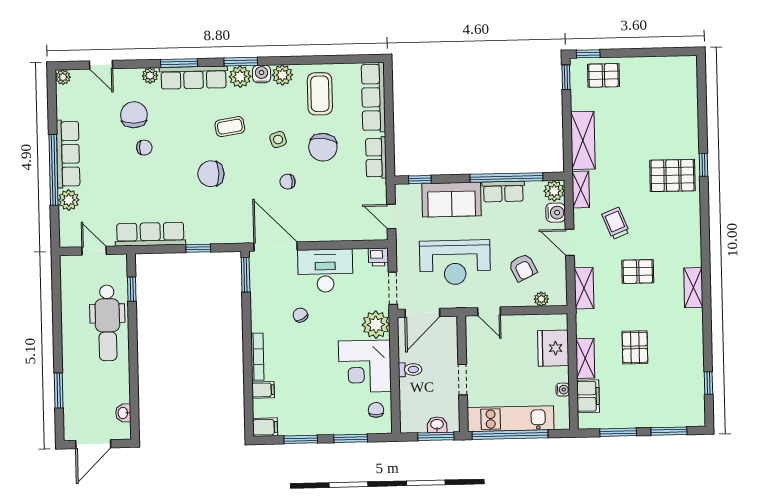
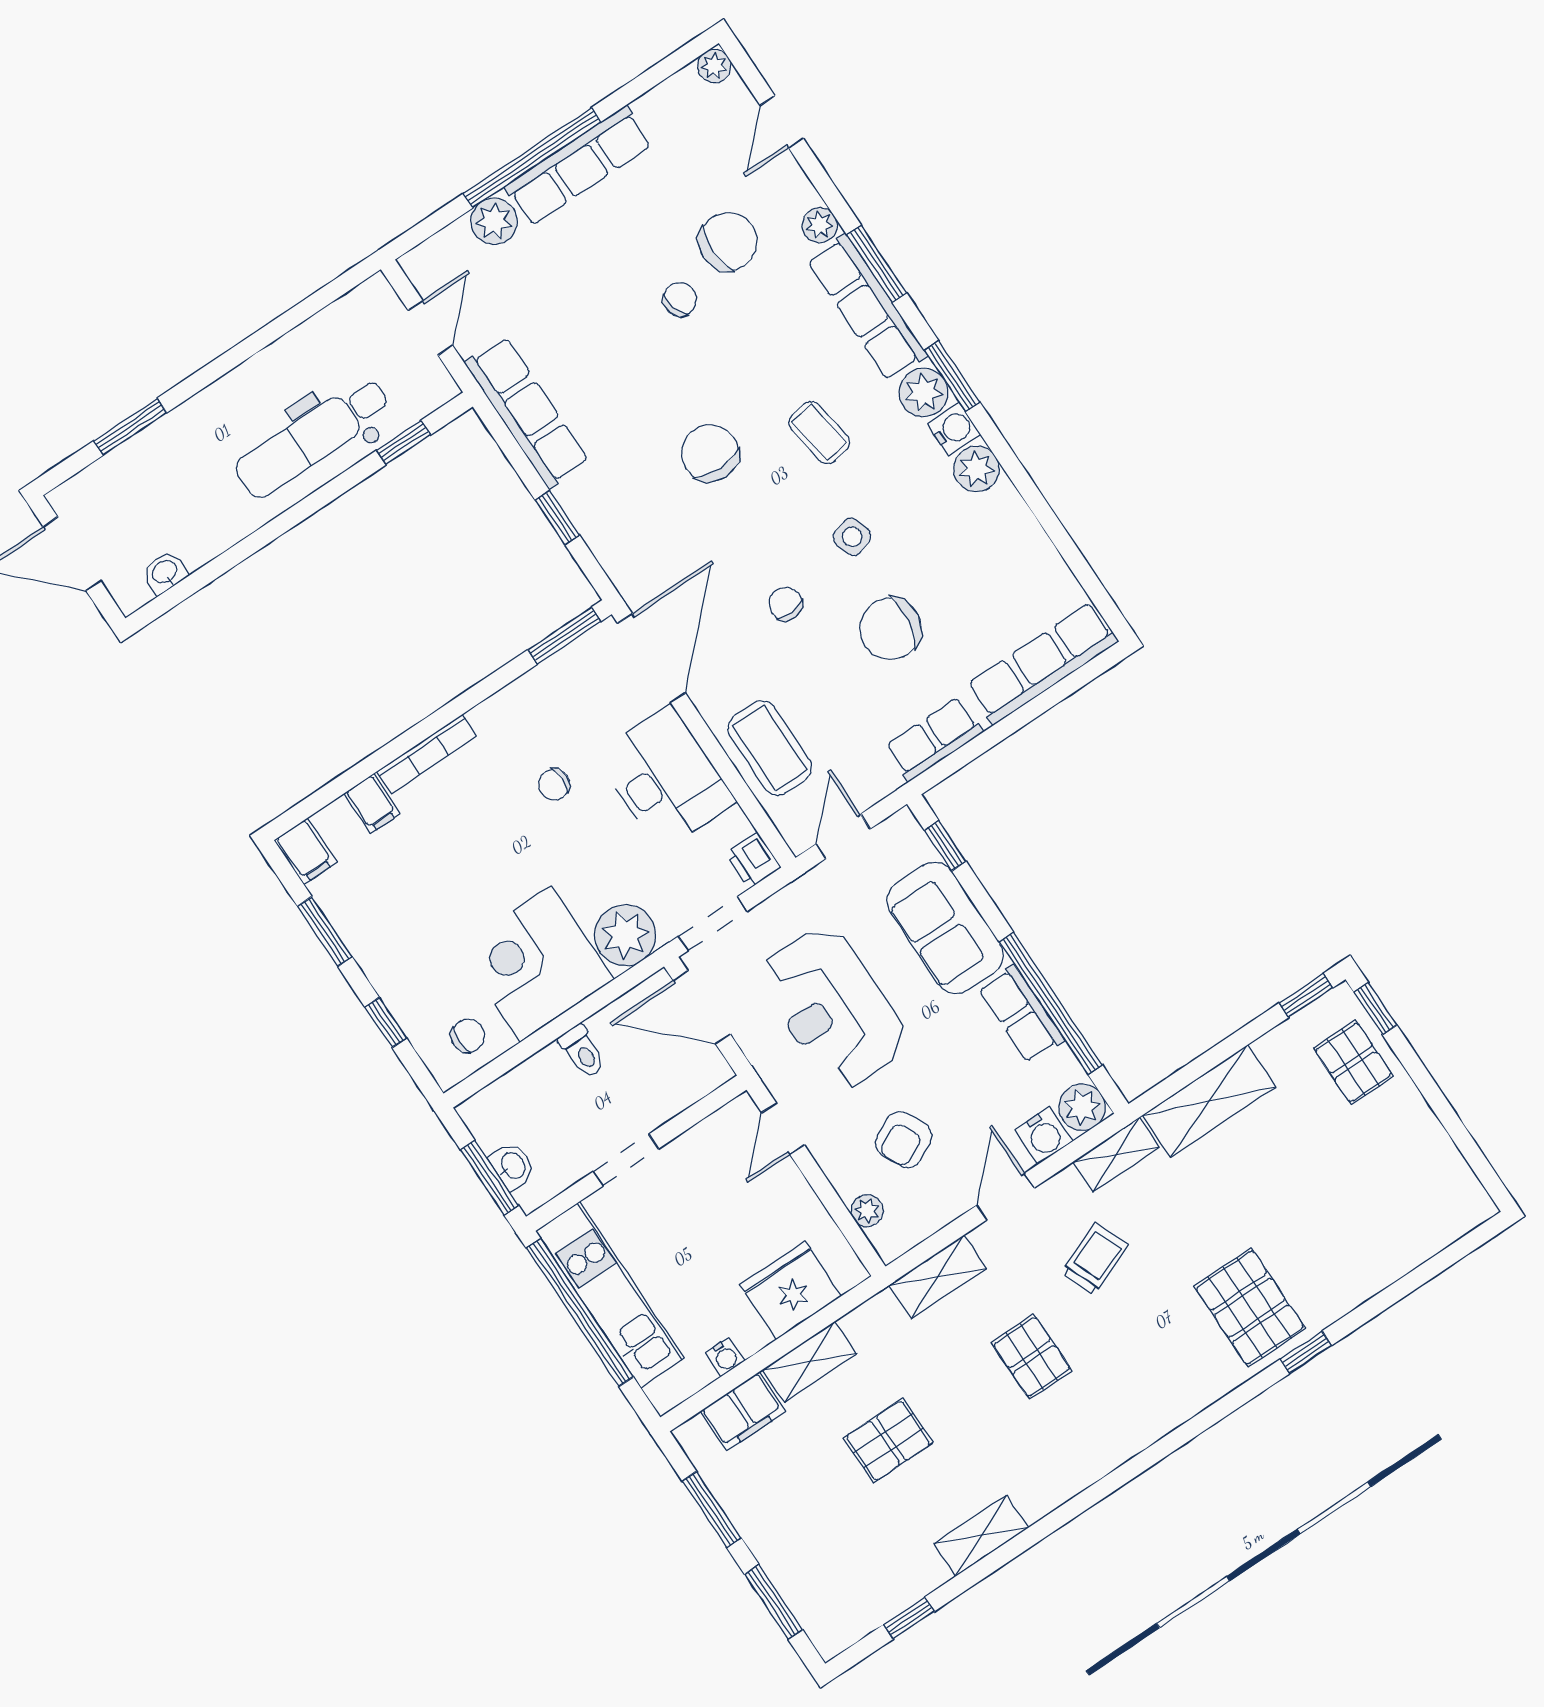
coffee table: (320, 94) -> (770, 748), moved, turned 90
chair: (144, 148) -> (680, 299), turned -107
shelving: (693, 288) -> (981, 1536), moved
chair: (300, 315) -> (554, 784), turned -151
window: (351, 438) -> (386, 1022), width x0.67

